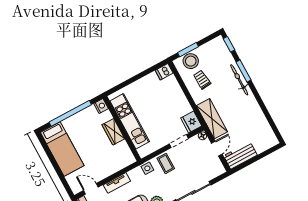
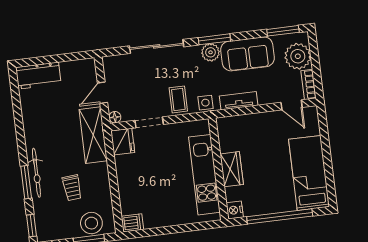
trolley: (202, 80) -> (72, 188), moved
workbench: (240, 155) -> (38, 76), moved
tv unit: (117, 183) -> (239, 101), moved

